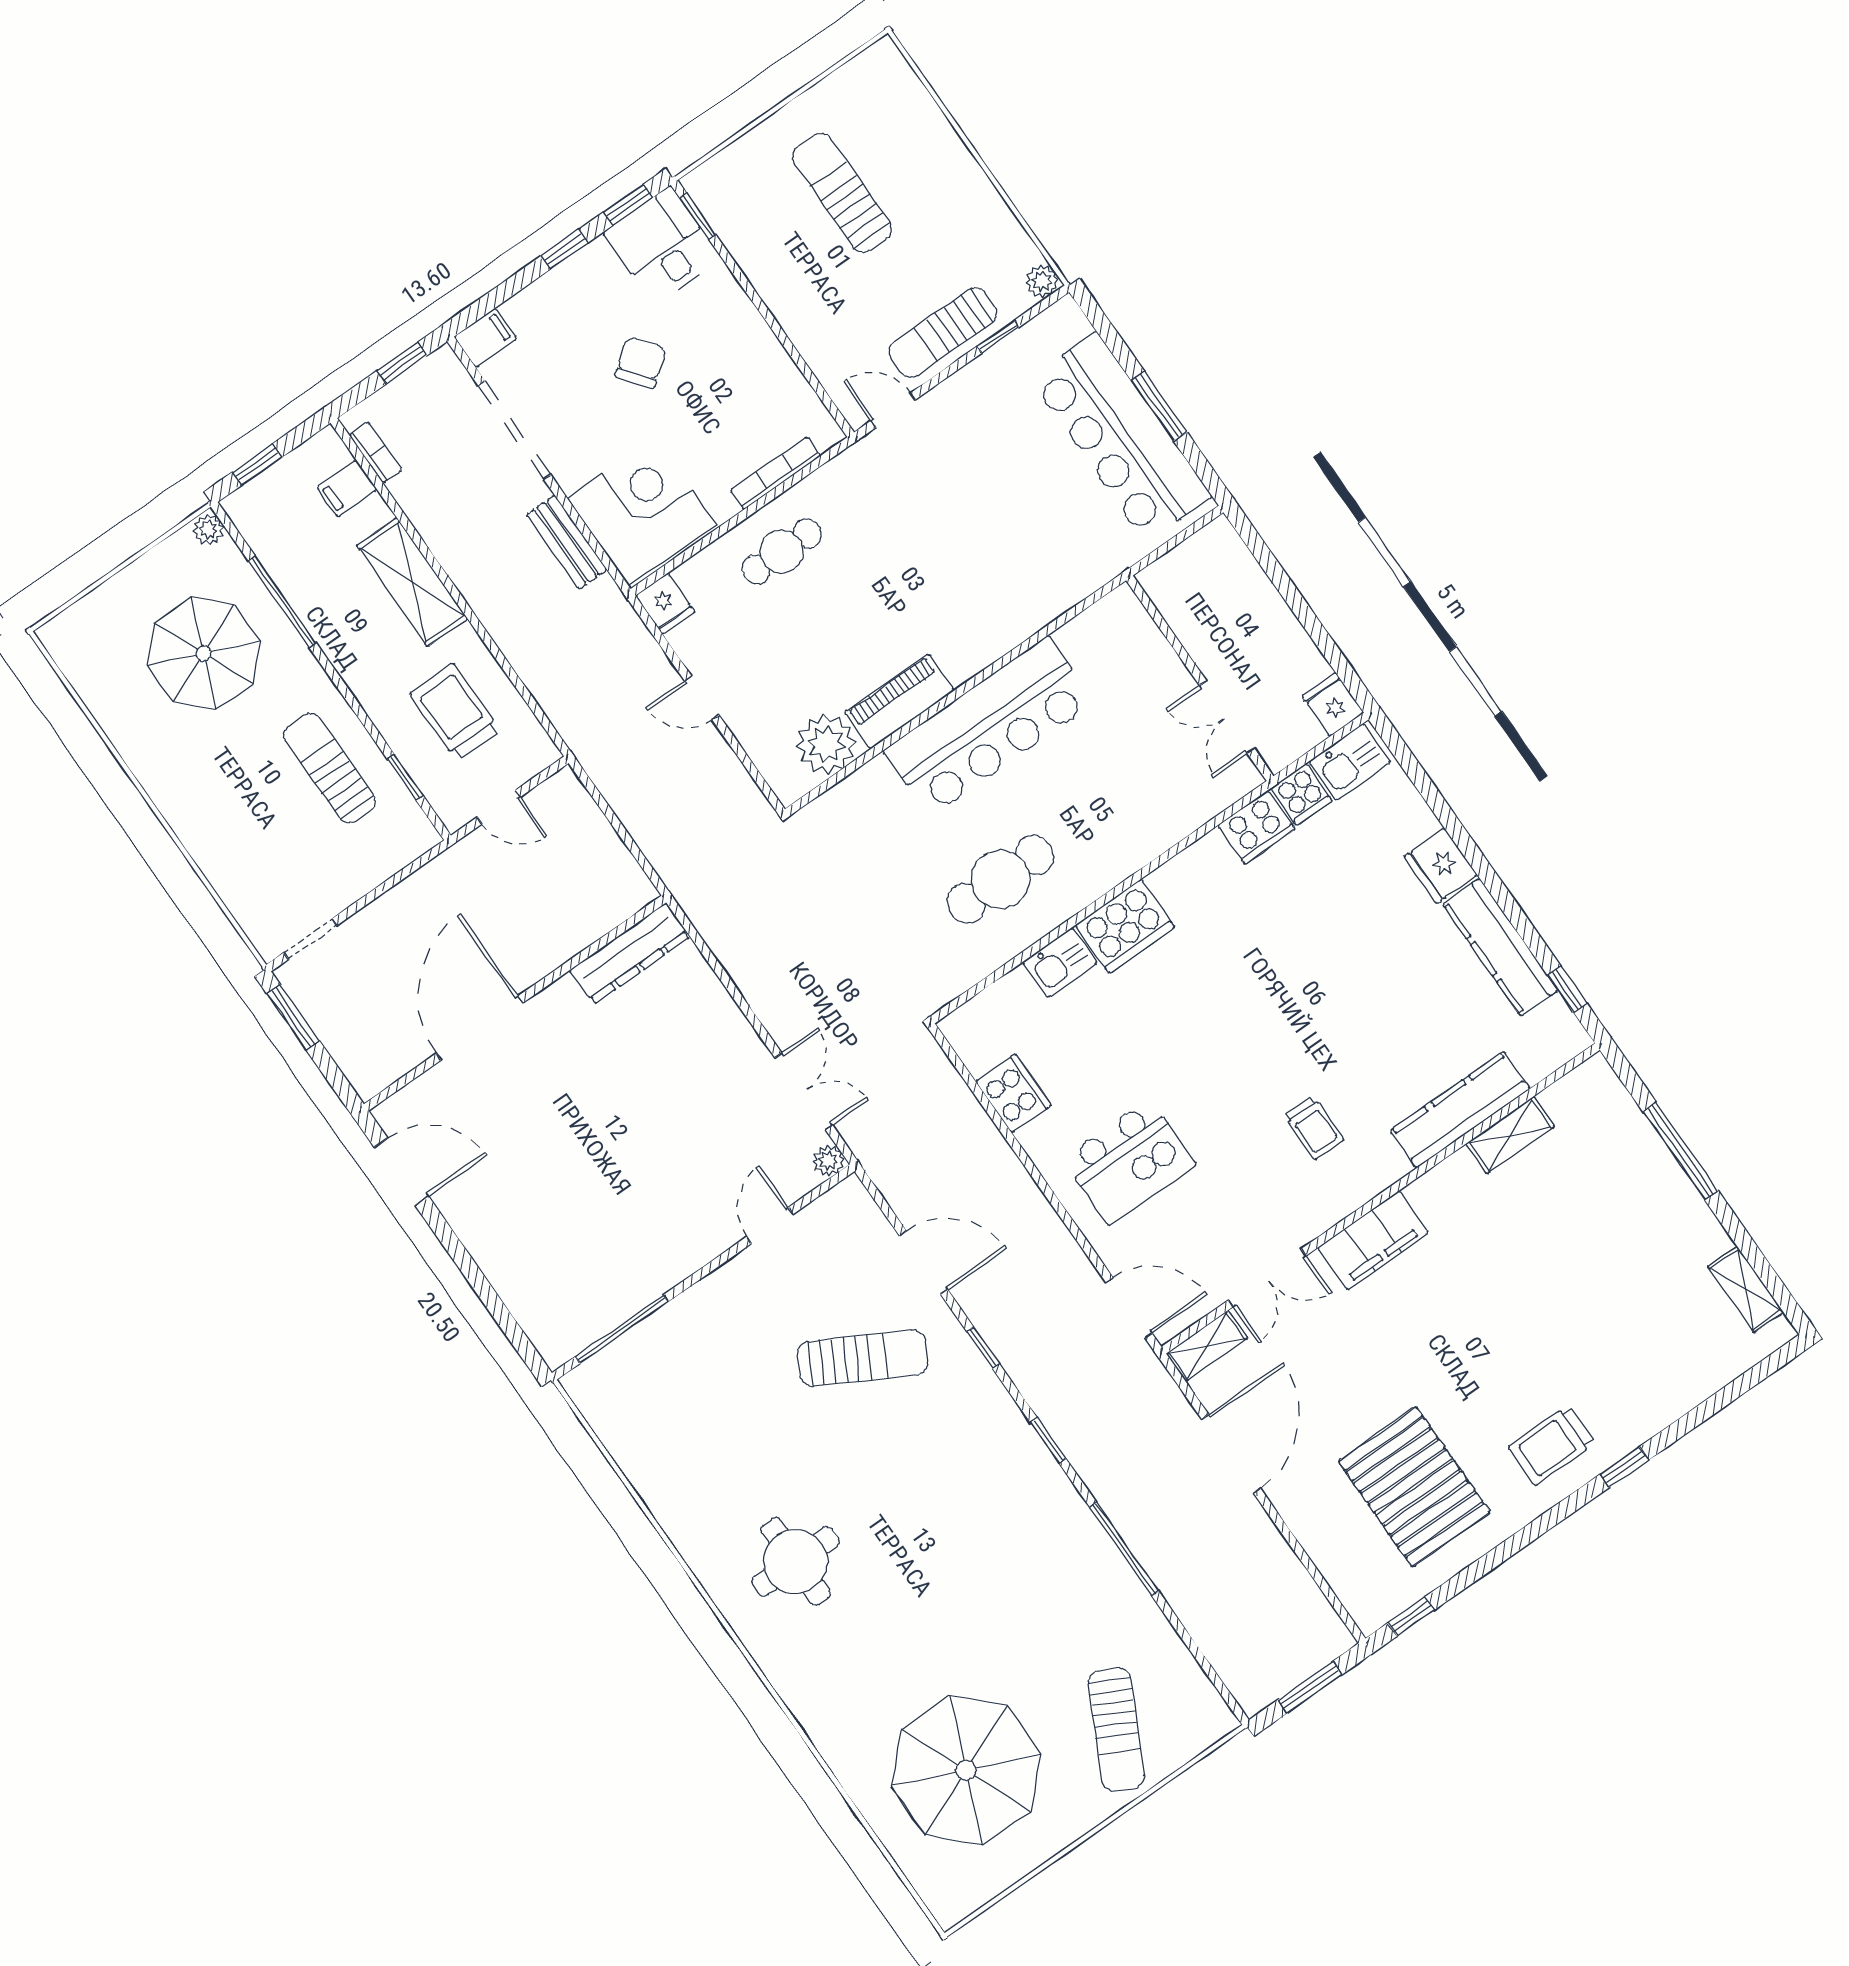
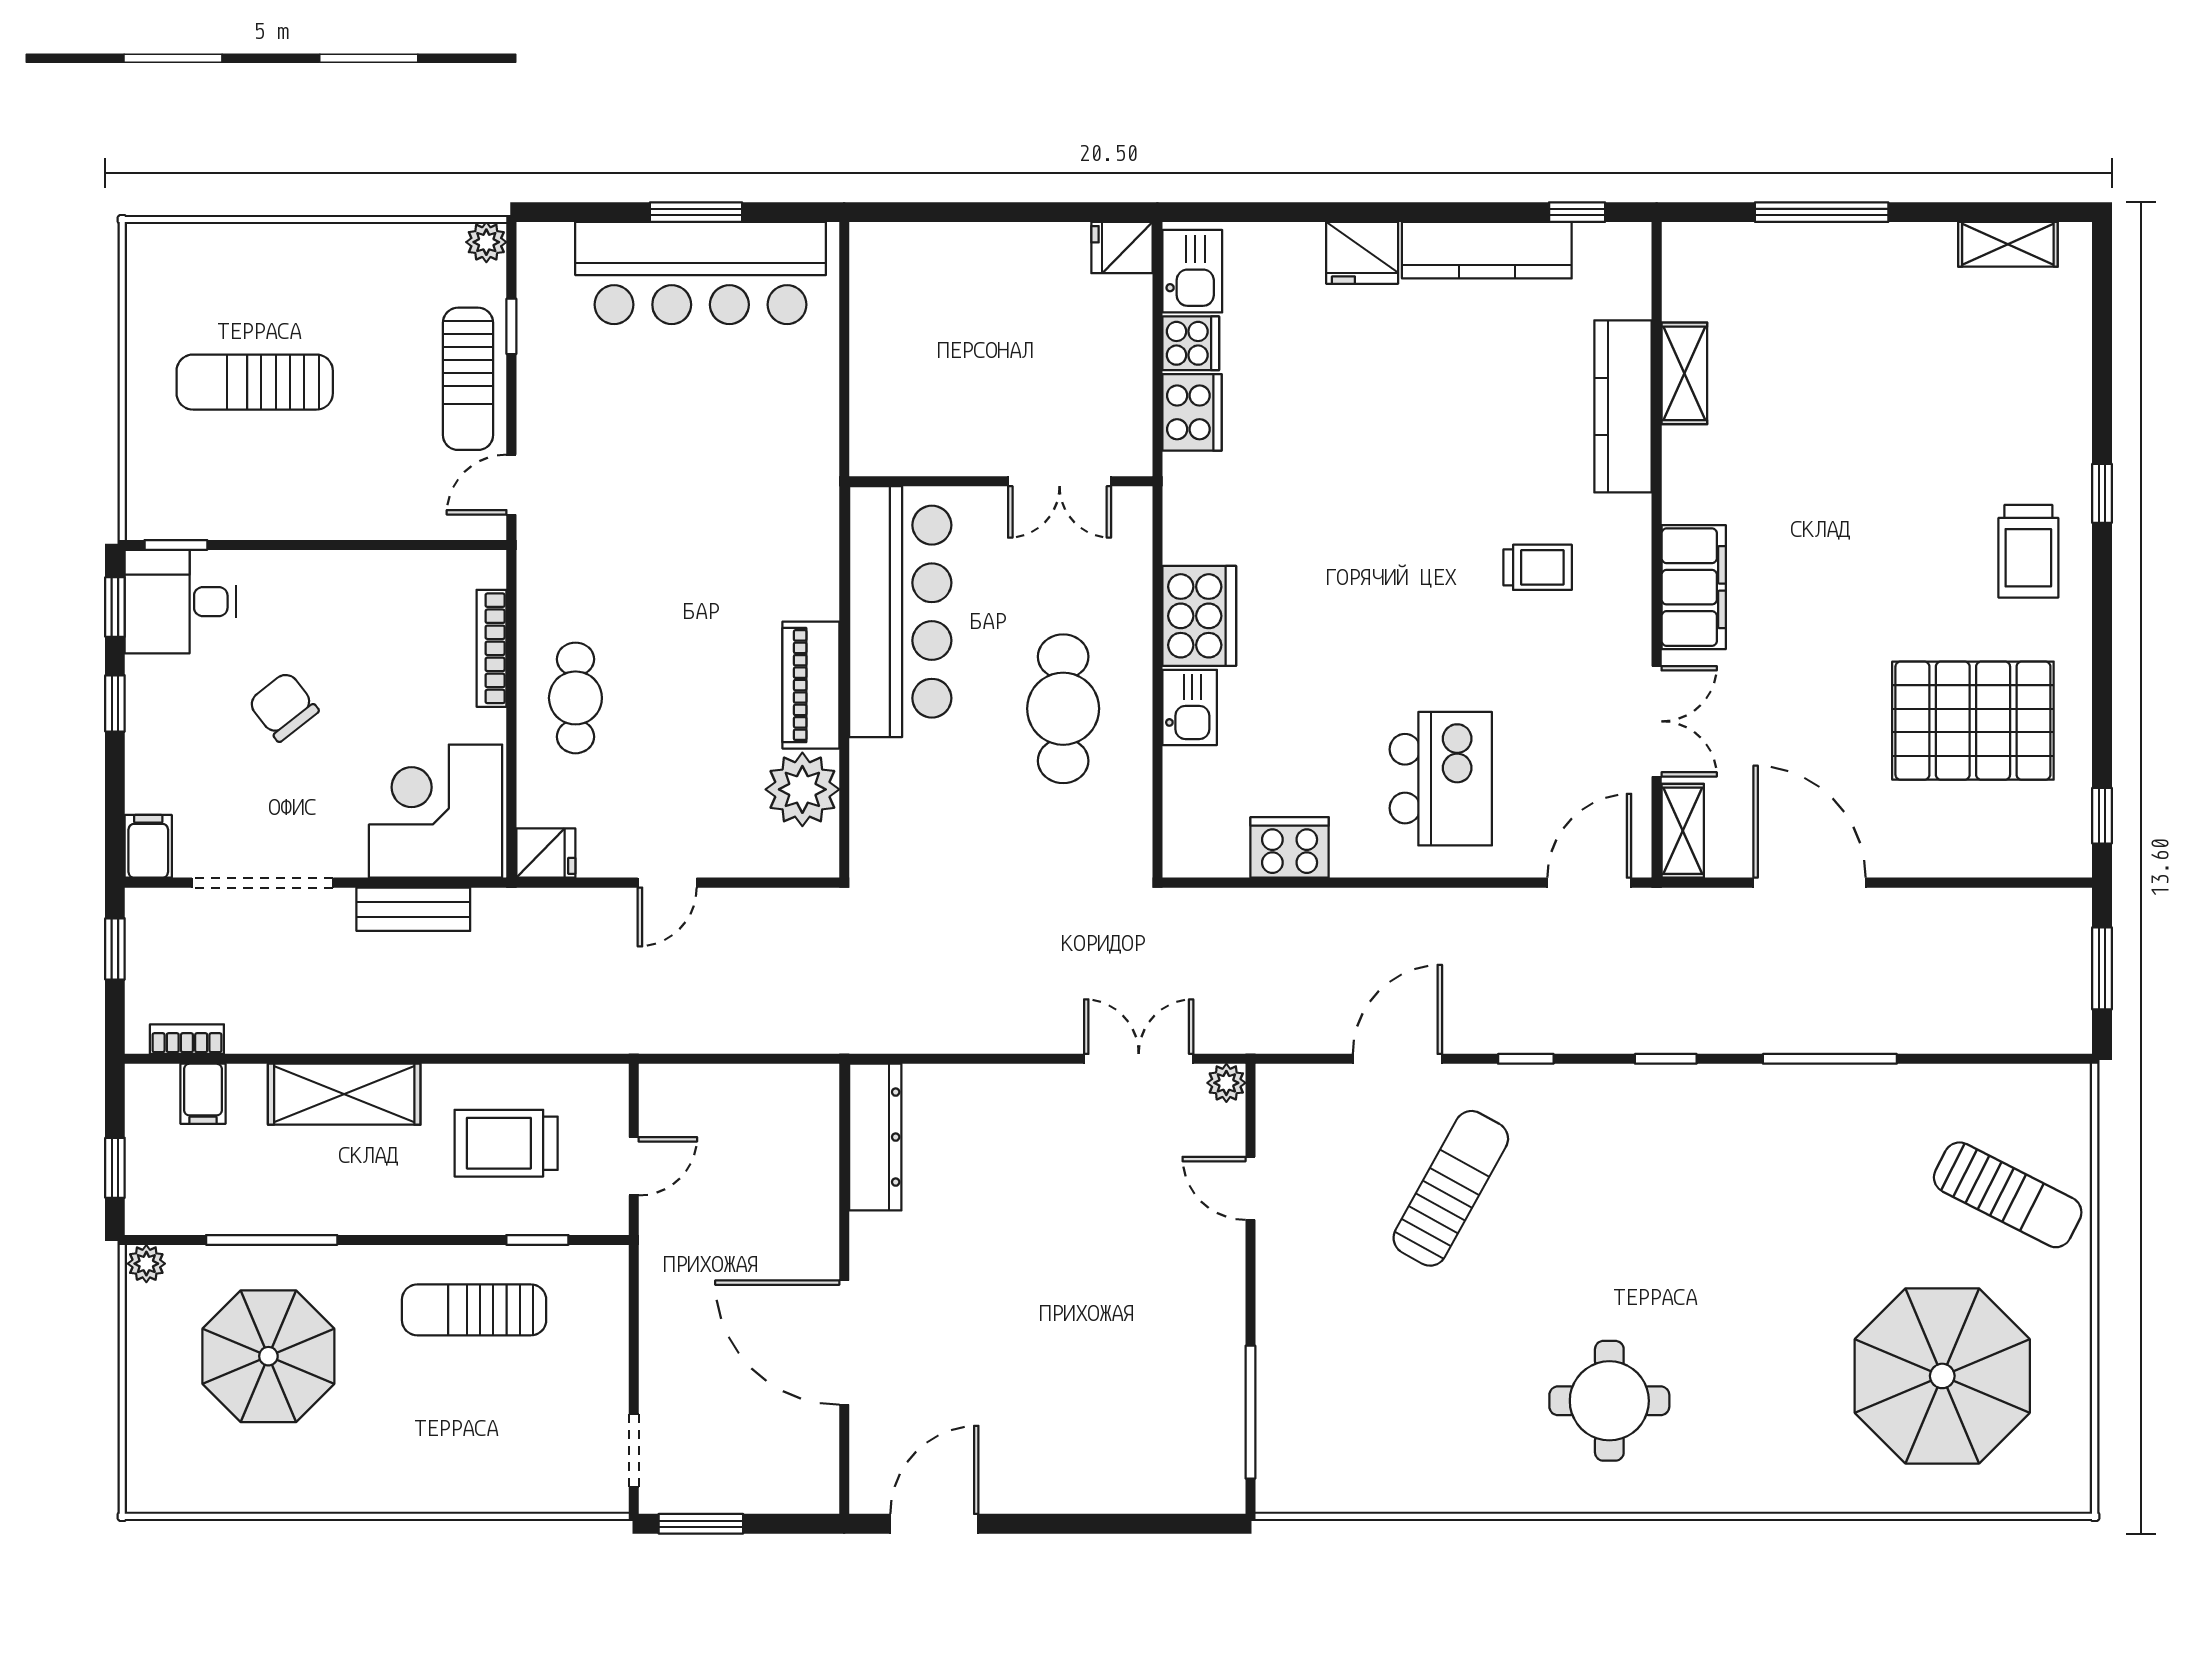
wall: (1200, 678) -> (1001, 481), moved
double door: (1227, 717) -> (1060, 481), moved

